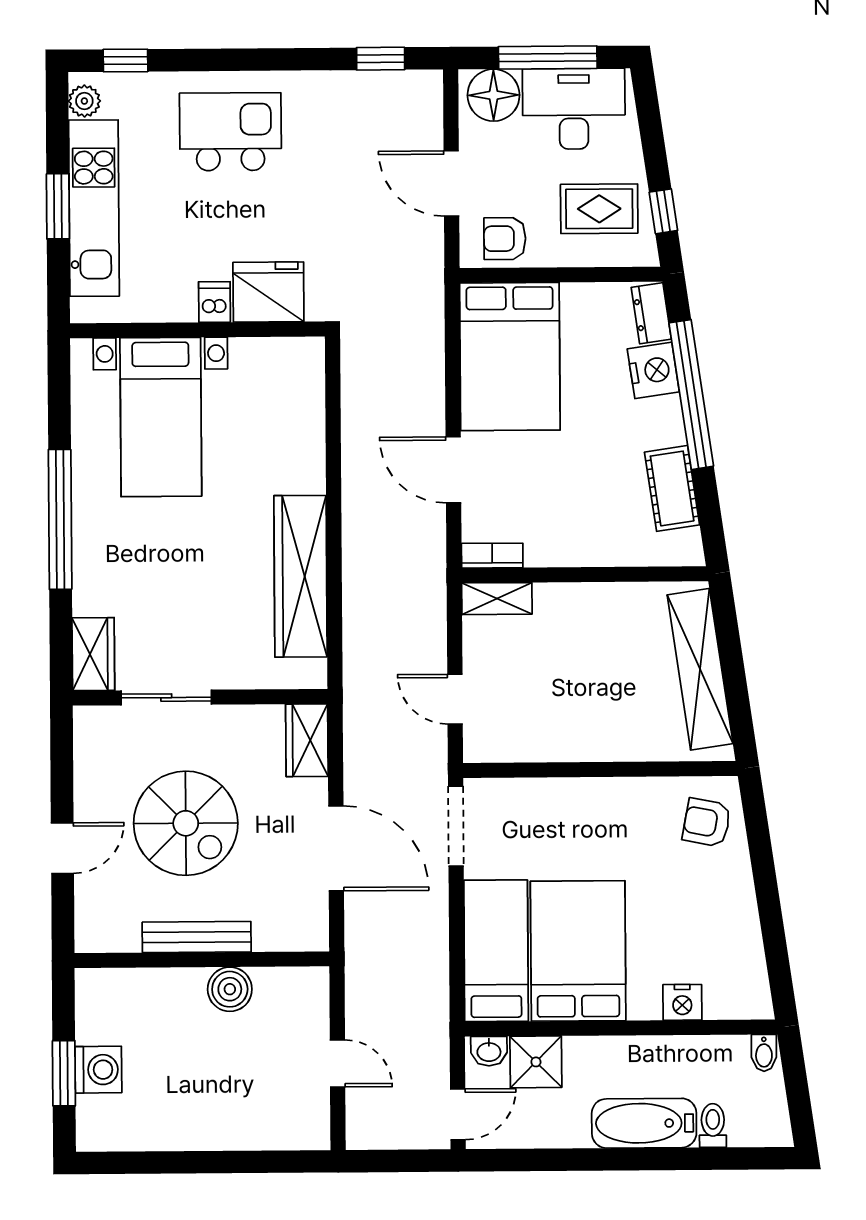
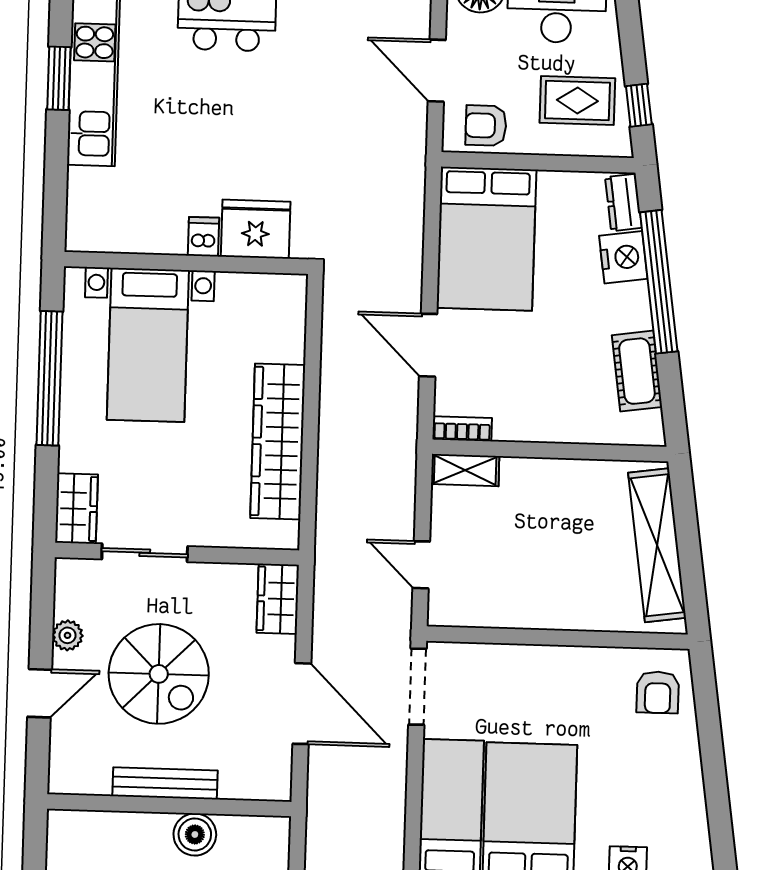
fridge: (268, 292) -> (256, 229), moved
dishwasher: (214, 302) -> (203, 237), moved
wall: (197, 330) -> (186, 263), moved
bed with nightstands: (161, 417) -> (148, 345), moved
plant: (89, 787) -> (68, 635), added
armchair: (707, 823) -> (658, 692), turned -101

